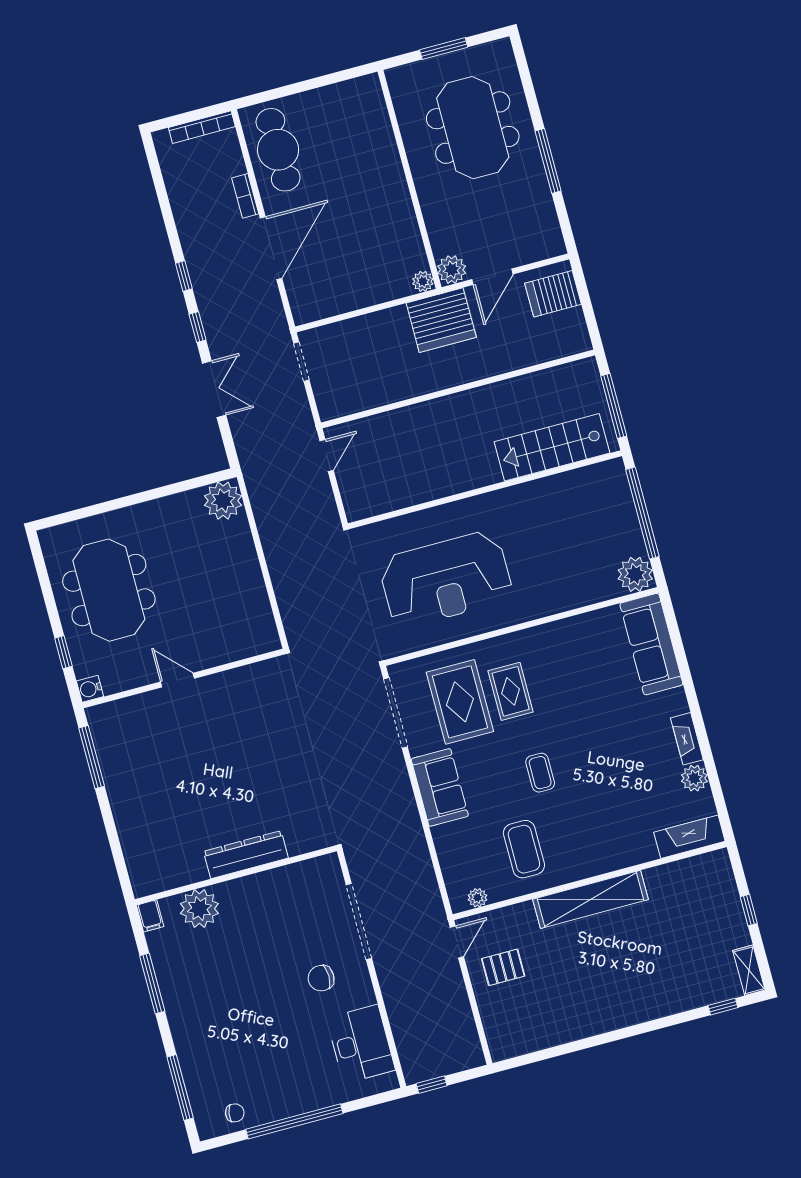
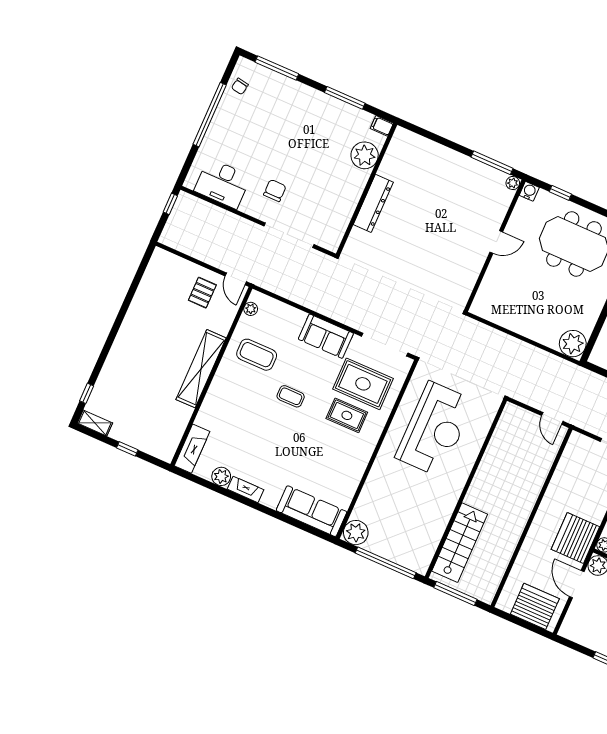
server rack: (553, 294) -> (535, 606), width x1.60
reception desk: (446, 579) -> (435, 429), turned 180
plant: (96, 715) -> (513, 183), added

